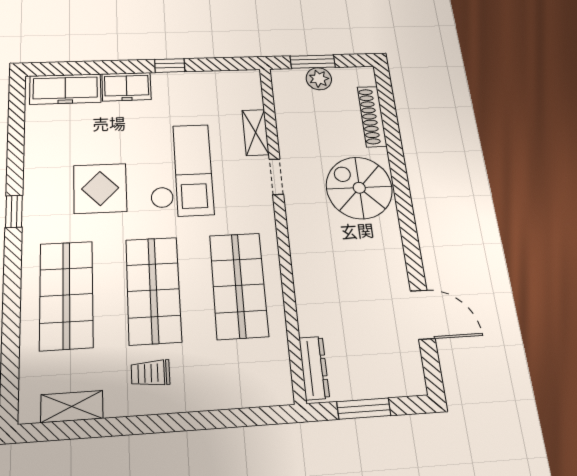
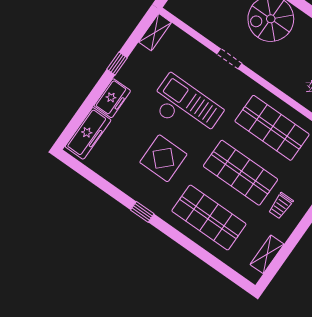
shelving: (255, 132) -> (155, 32), moved, turned 90

